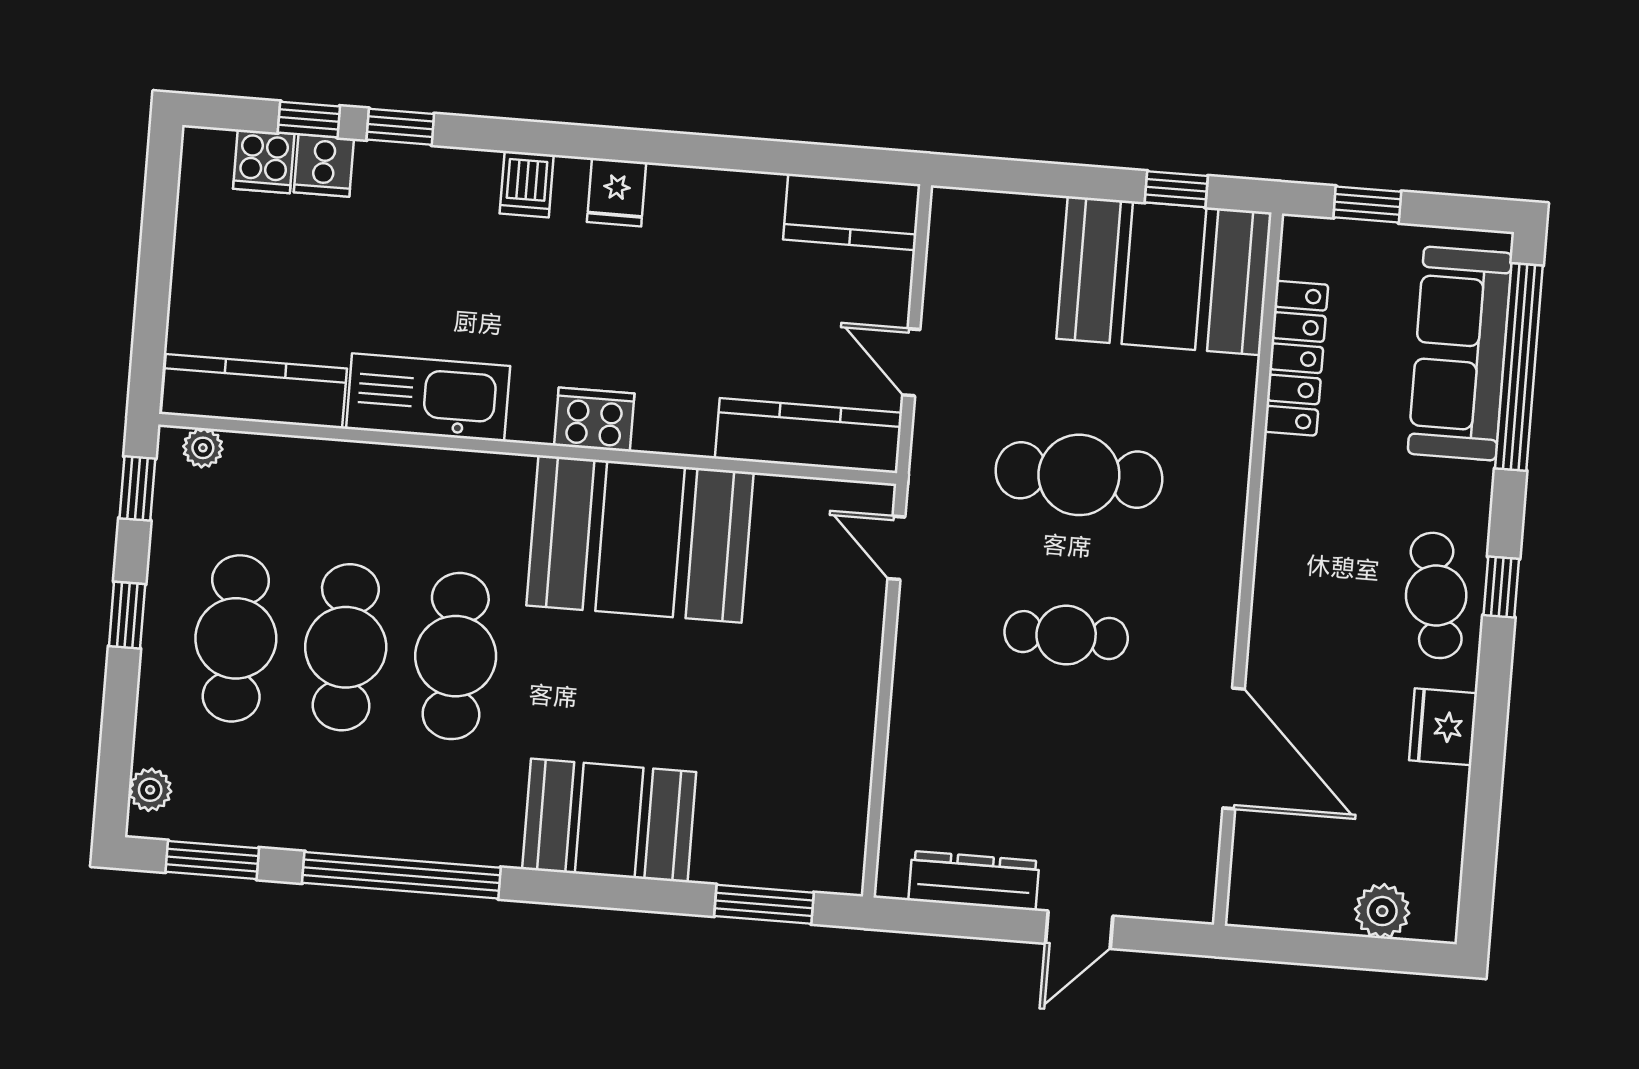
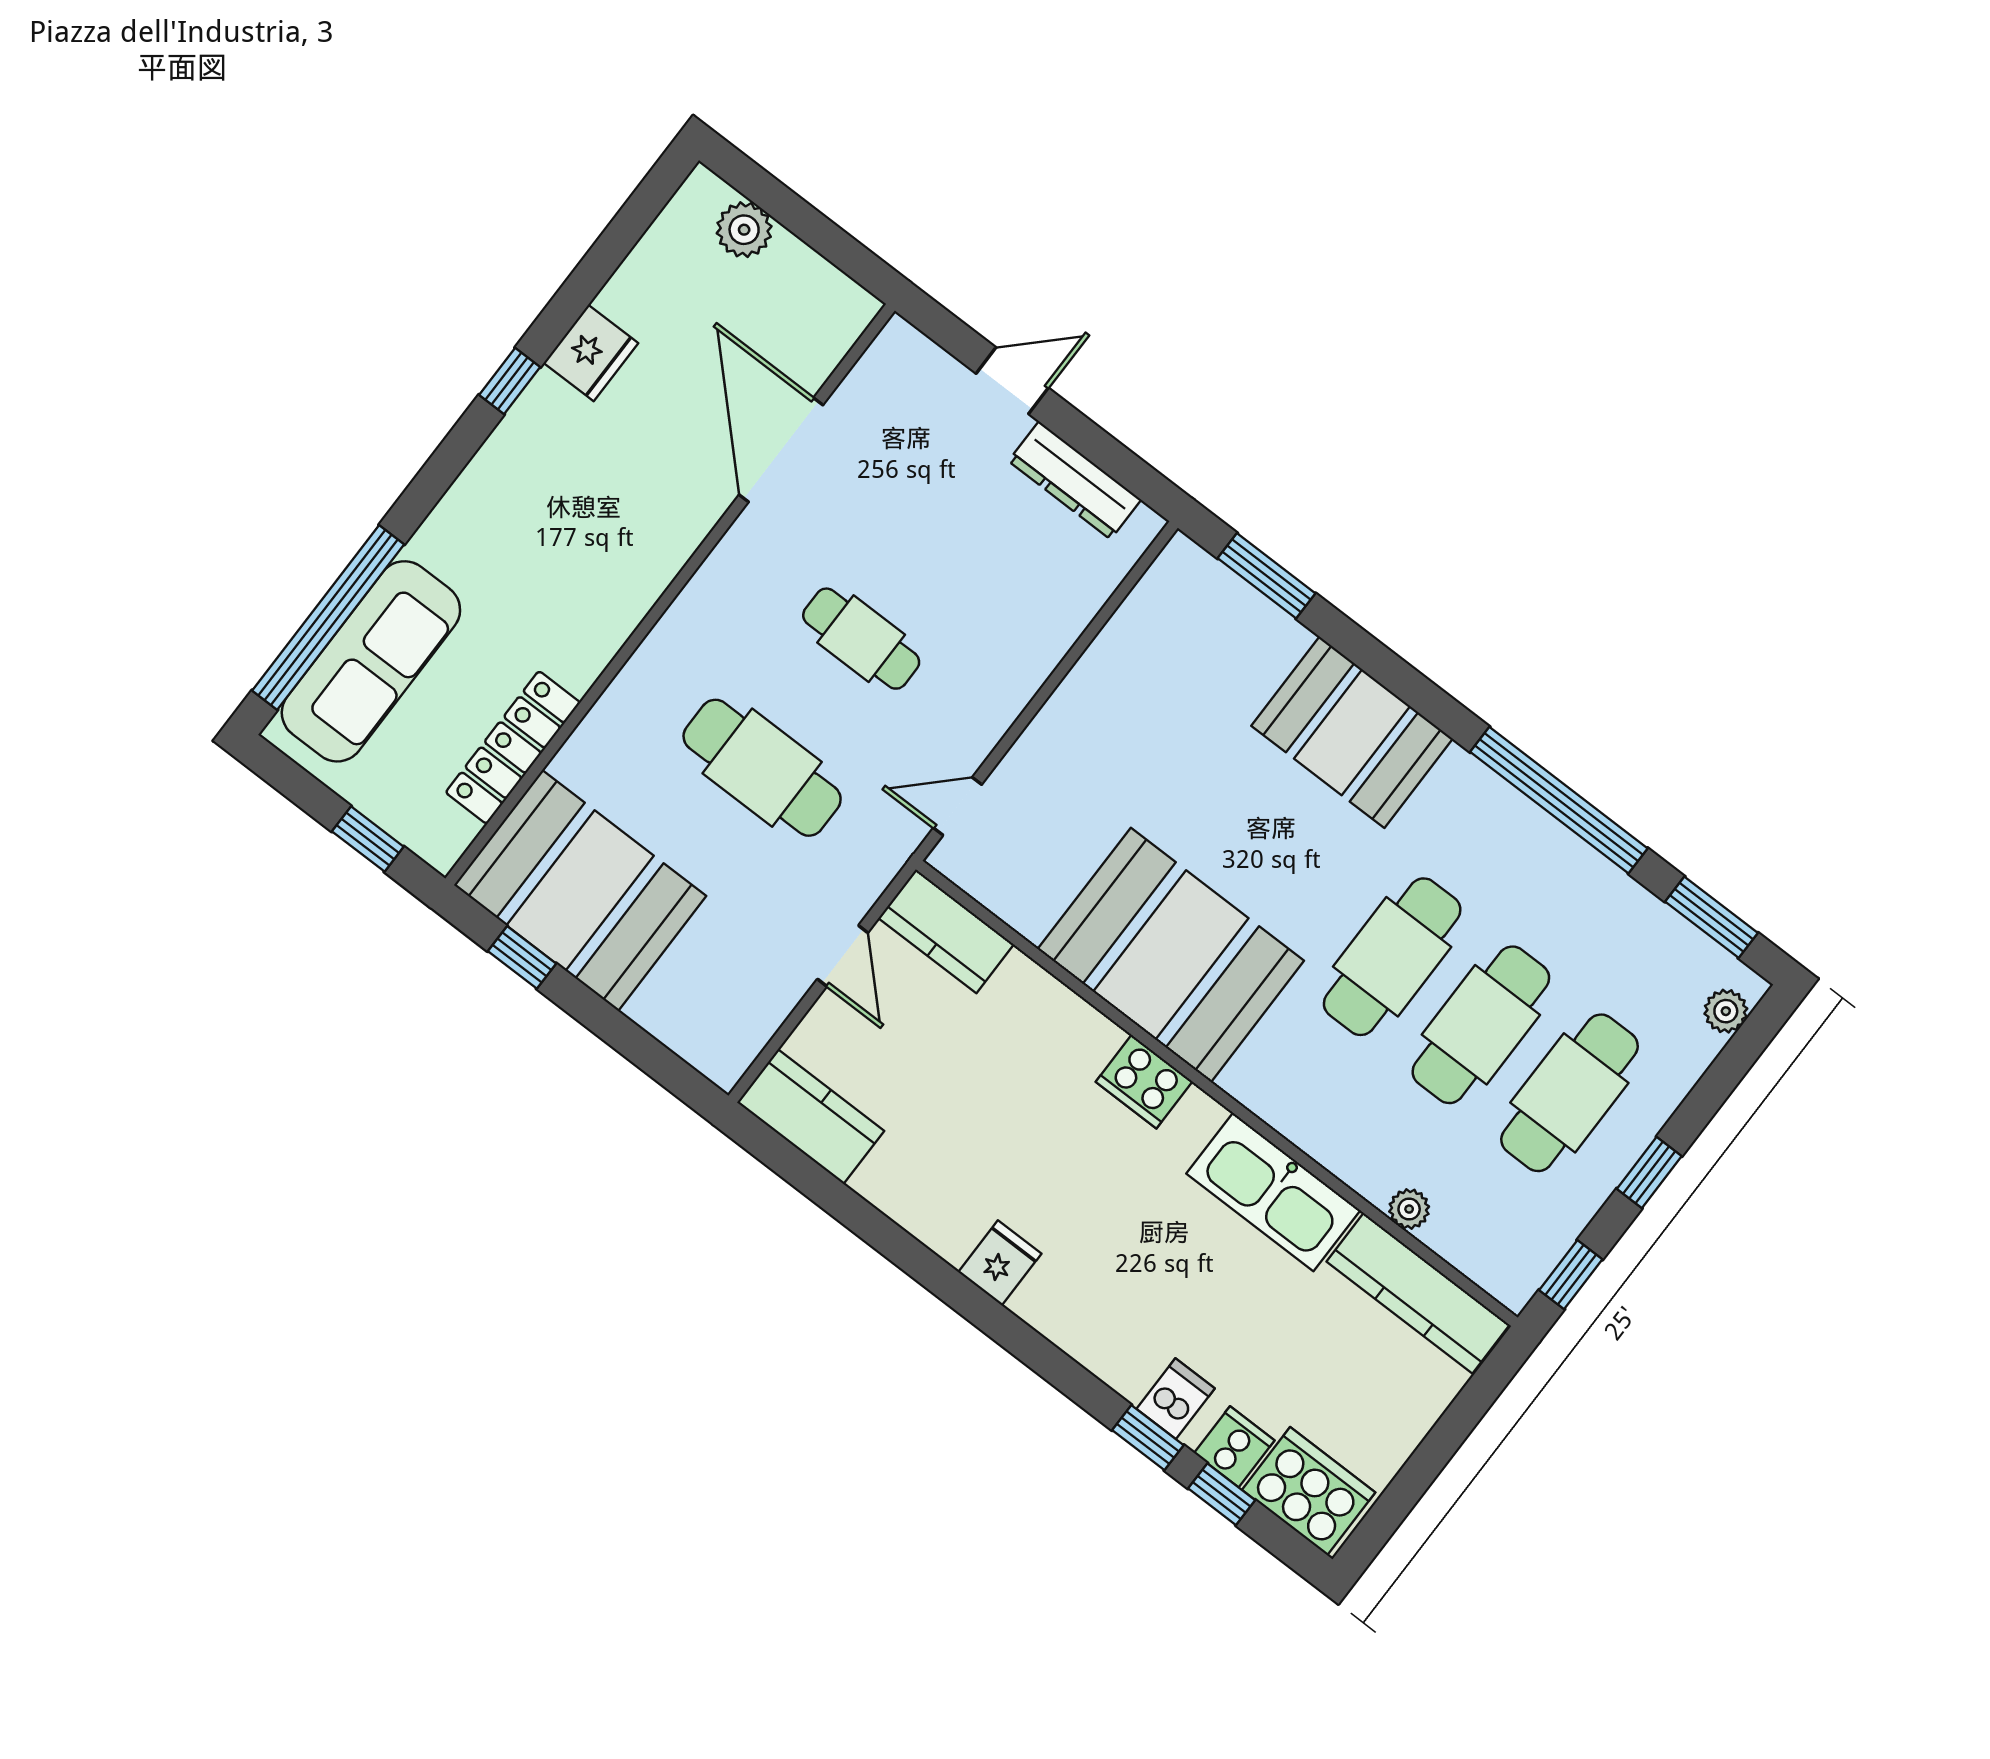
cooker: (264, 161) -> (1309, 1491), width x1.87, depth x1.31
dishwasher: (527, 184) -> (1176, 1399), moved
kitchen counter: (808, 436) -> (946, 931), width x0.67
plant: (203, 448) -> (1409, 1209), moved
door: (896, 548) -> (958, 806), swing flipped
window: (1501, 587) -> (510, 381), moved
cafe table: (1436, 595) -> (524, 469), removed

